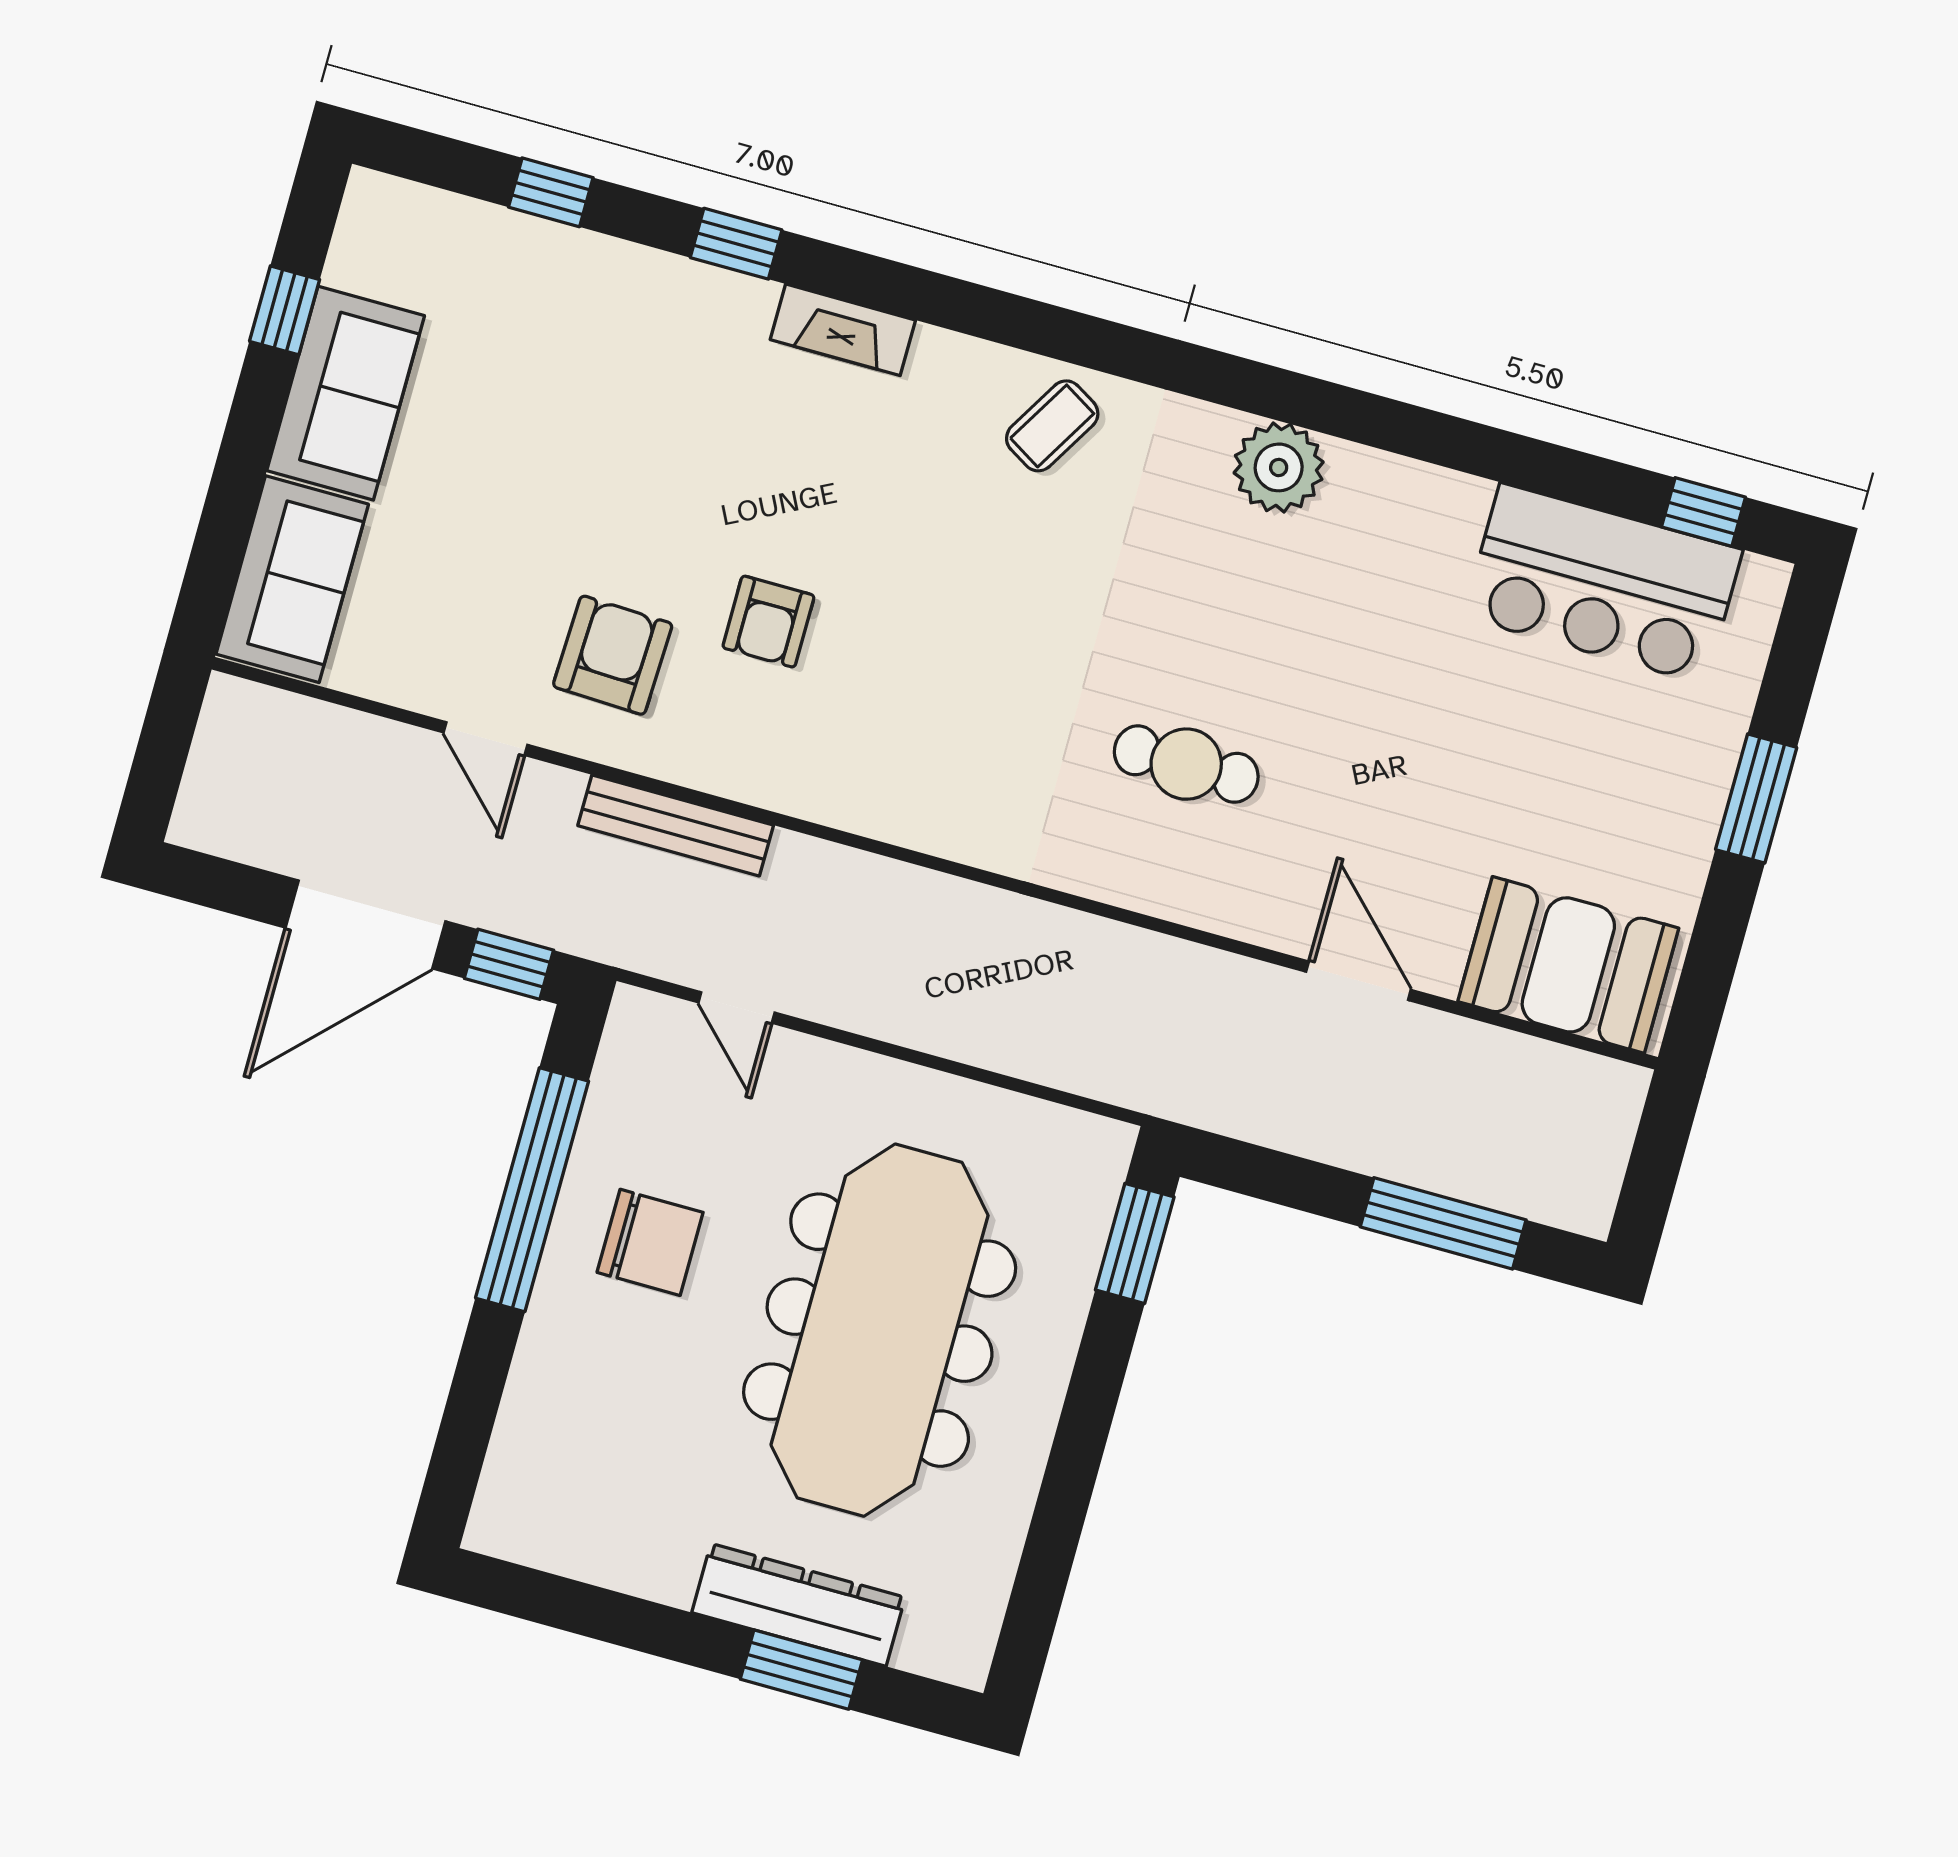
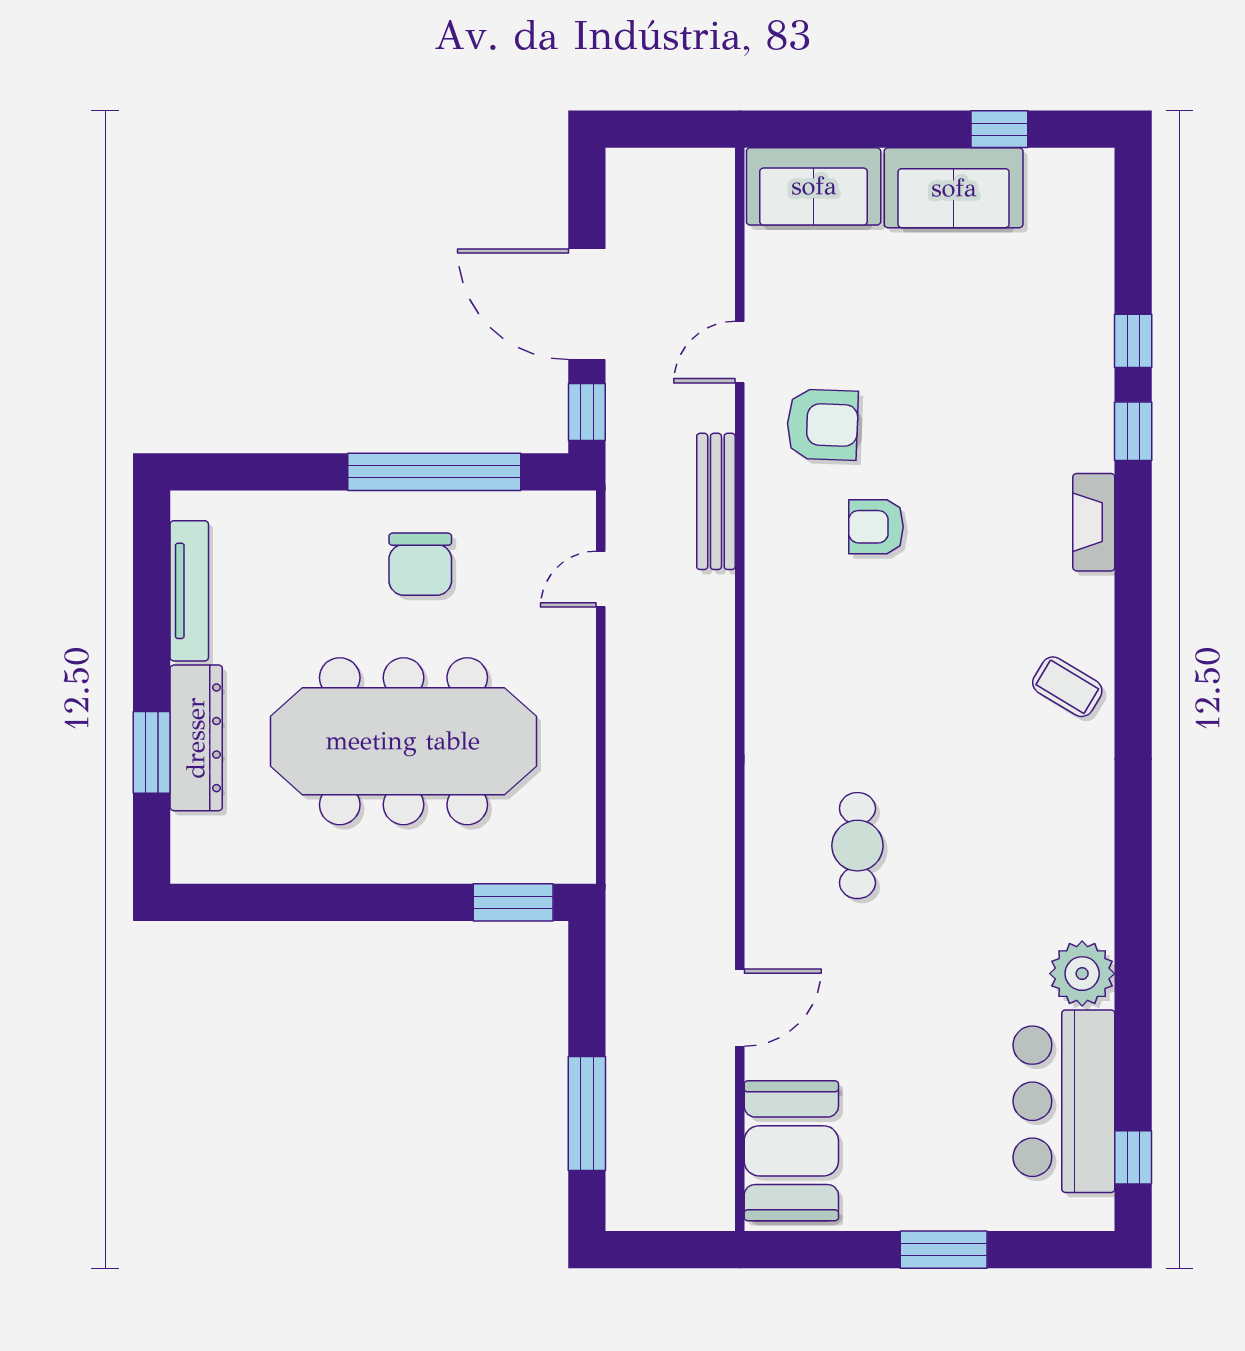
window: (551, 192) -> (1133, 341), moved
plant: (1279, 467) -> (1082, 974), moved
tv unit: (600, 1560) -> (189, 591), added

